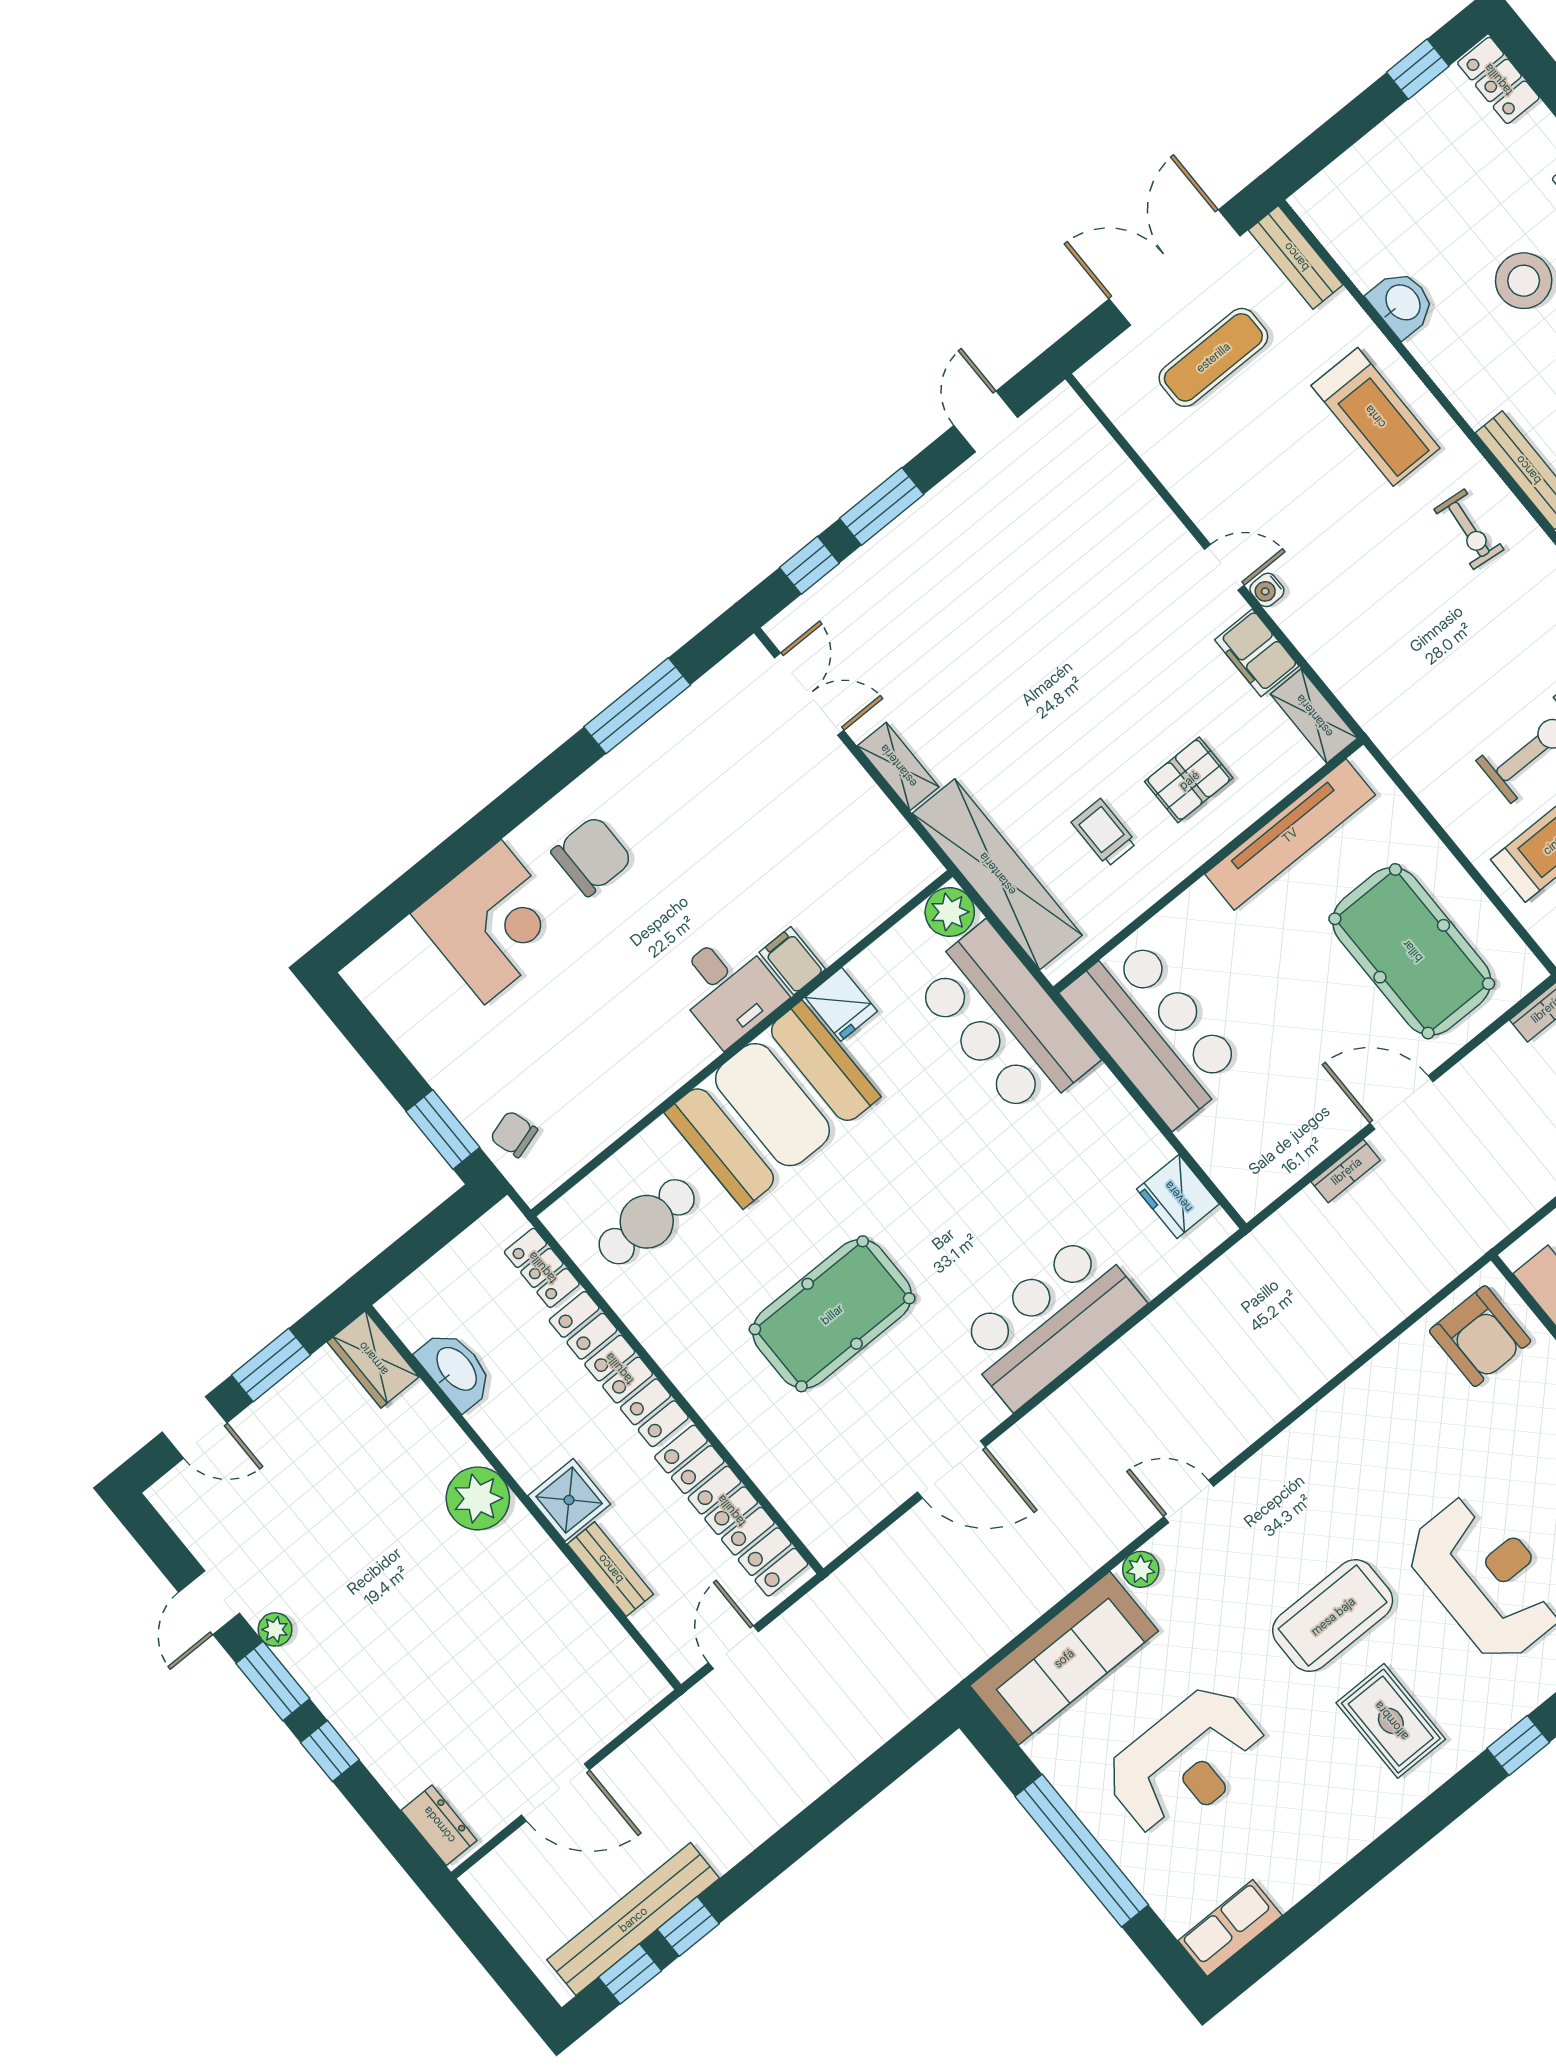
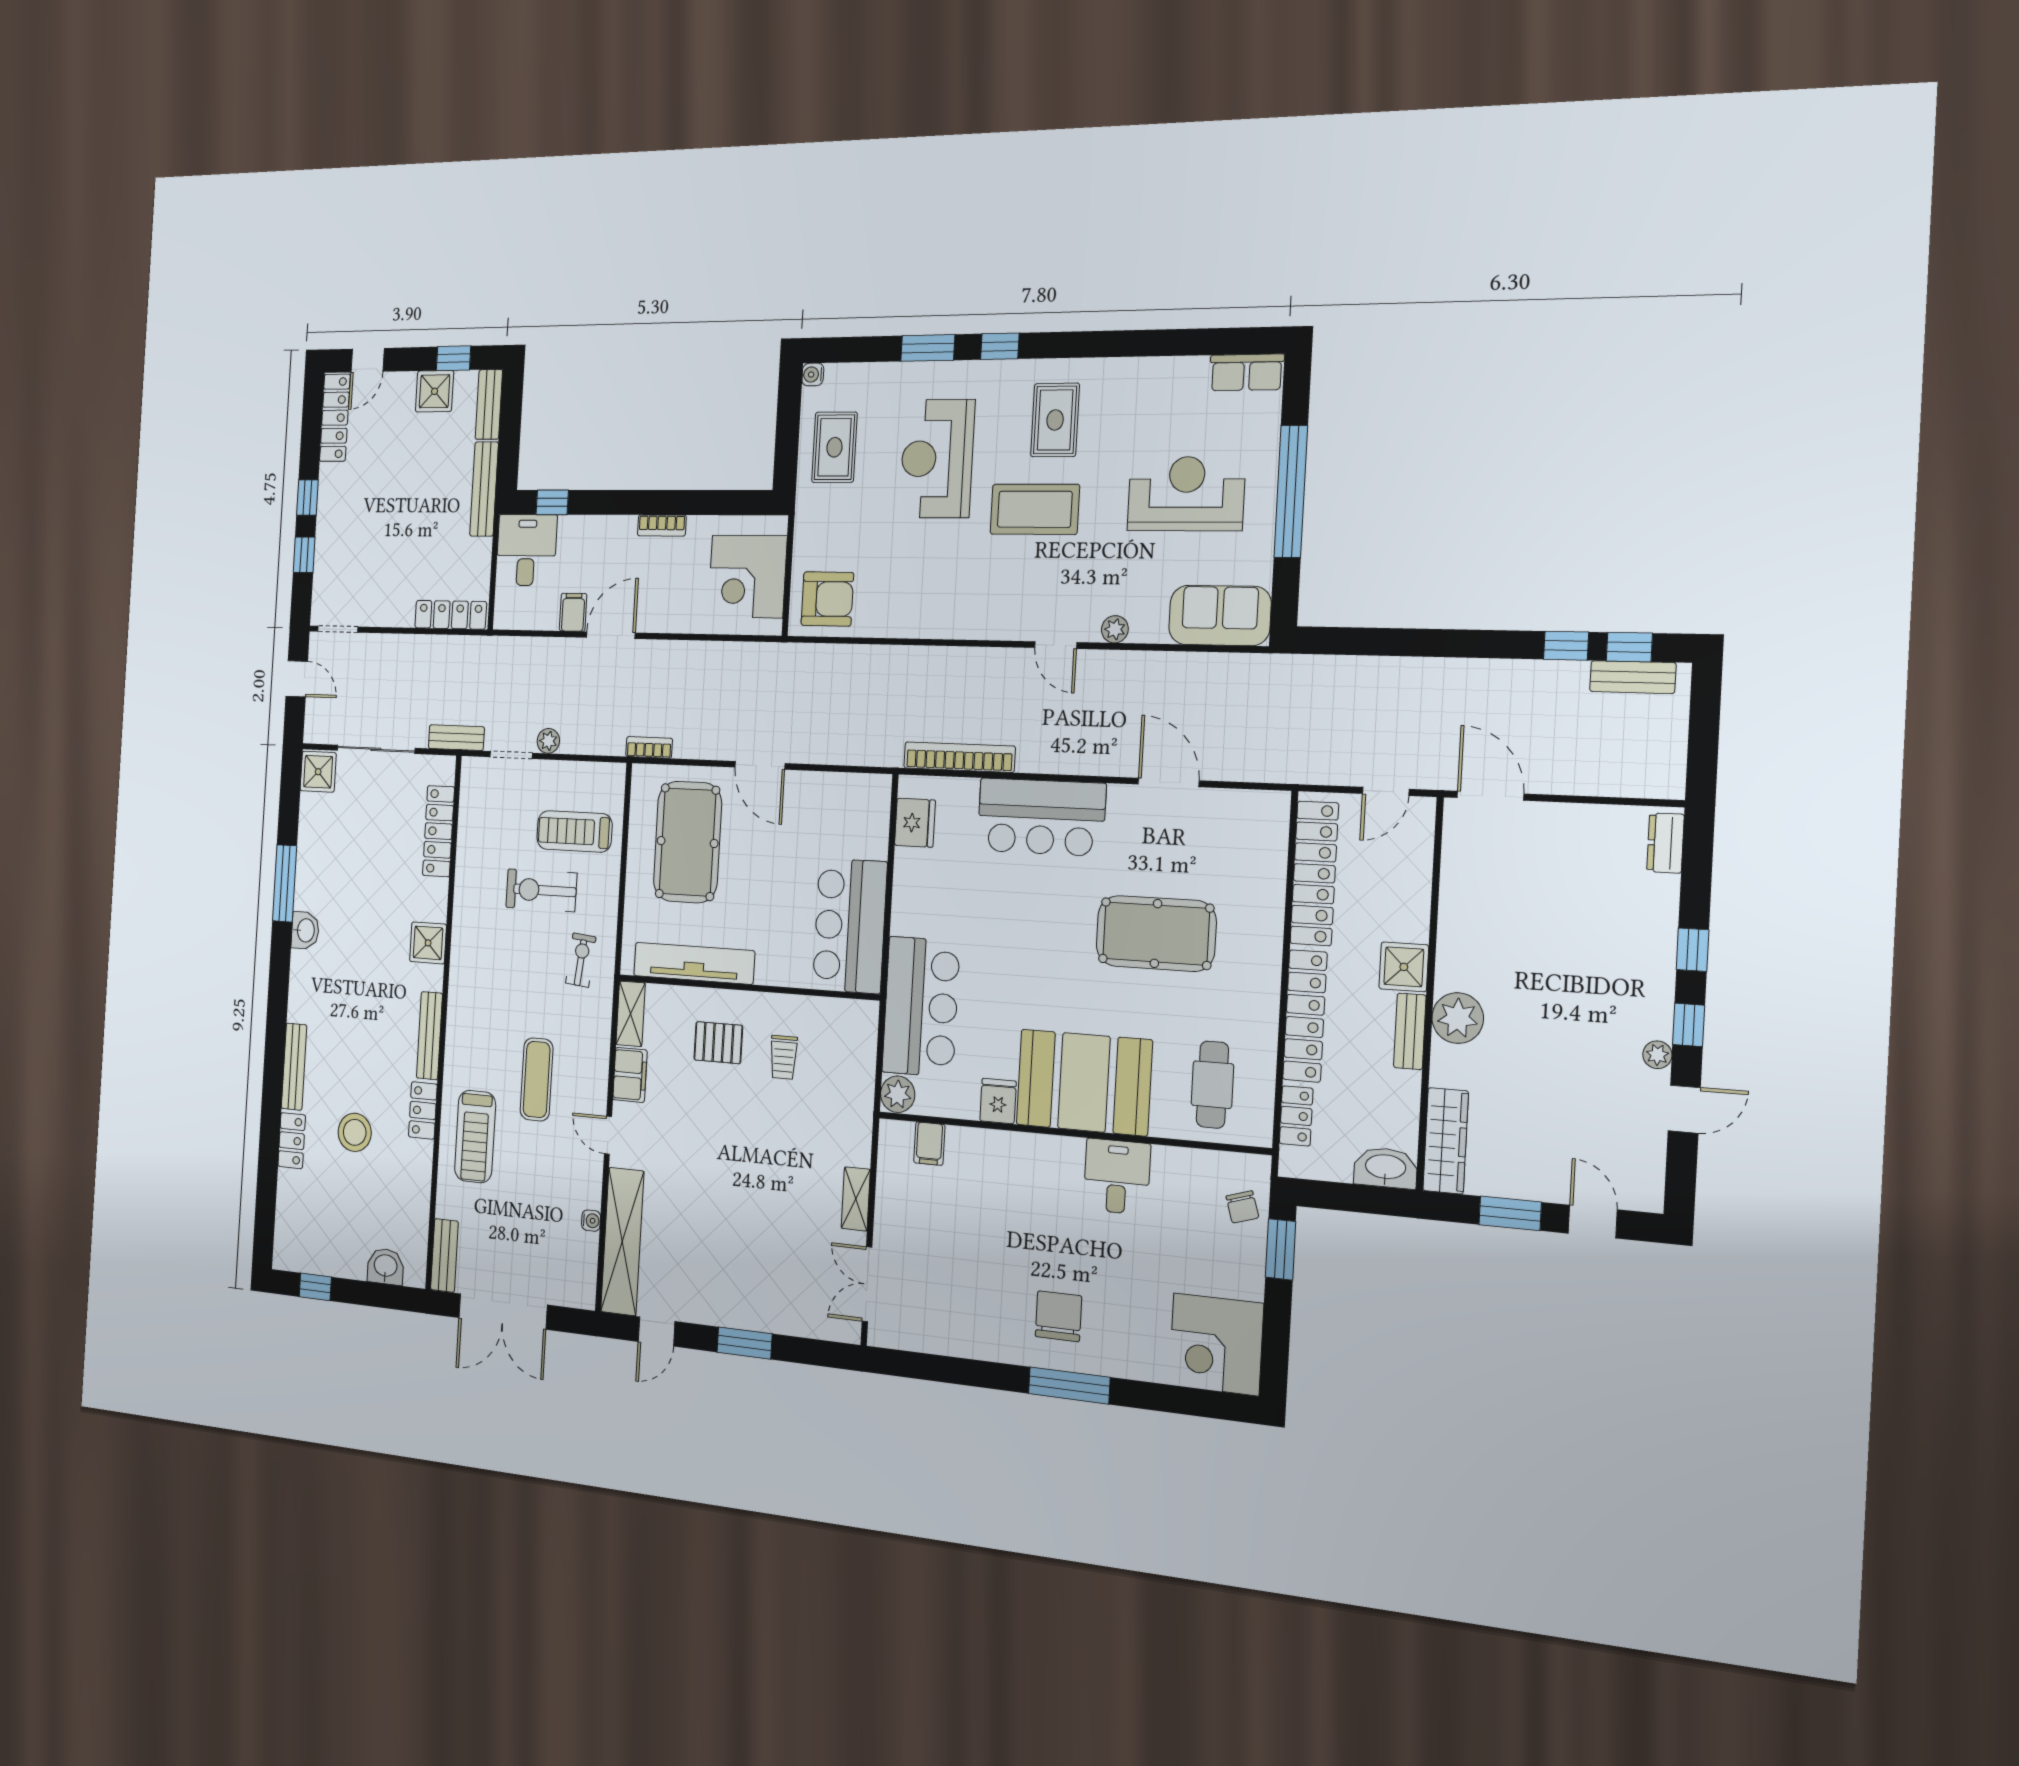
locker: (1498, 80) -> (423, 1110), moved, turned 180
washbasin: (1402, 303) -> (386, 1266), moved, turned 90
exercise mat: (1213, 357) -> (537, 1079), moved, turned 90
treadmill: (1375, 417) -> (475, 1137), turned 180
exercise bike: (1469, 529) -> (581, 960), moved
window: (809, 565) -> (807, 1351), removed
water cooler: (1267, 590) -> (591, 1221), moved
window: (637, 706) -> (1069, 1385), moved
chair: (592, 856) -> (1058, 1316), turned 90
shelving: (997, 874) -> (622, 1241), moved
corner desk: (493, 922) -> (1216, 1344), moved, turned -90
filing cabinet: (792, 961) -> (929, 1144), moved
desk: (728, 989) -> (1117, 1177), moved
bookcase: (1346, 1171) -> (959, 757), moved, width x2.31, depth x1.31
cafe table: (647, 1222) -> (1212, 1085), turned 90
armchair: (1480, 1336) -> (827, 599), turned 90
wardrobe: (373, 1359) -> (1446, 1141), width x1.50
washbasin: (455, 1370) -> (1386, 1168), moved, turned 90
bench: (610, 1569) -> (1410, 1031), moved
sofa: (1064, 1658) -> (1220, 615), width x0.73
window: (273, 1681) -> (1689, 1025), width x0.67
door: (555, 1792) -> (1490, 796), moved
bench: (633, 1919) -> (1633, 677), width x0.54, depth x0.82

